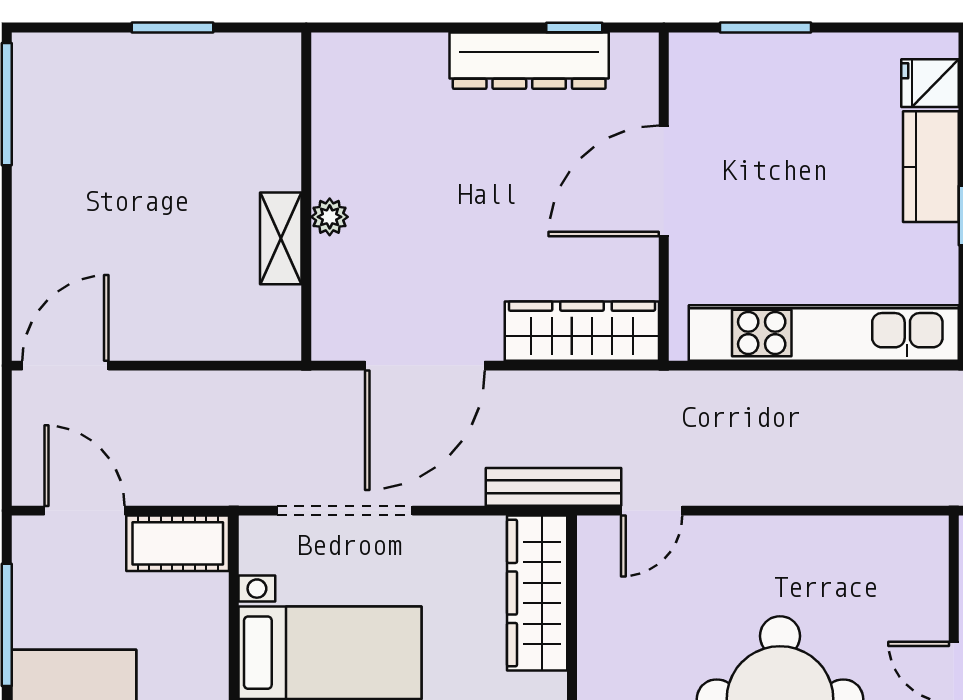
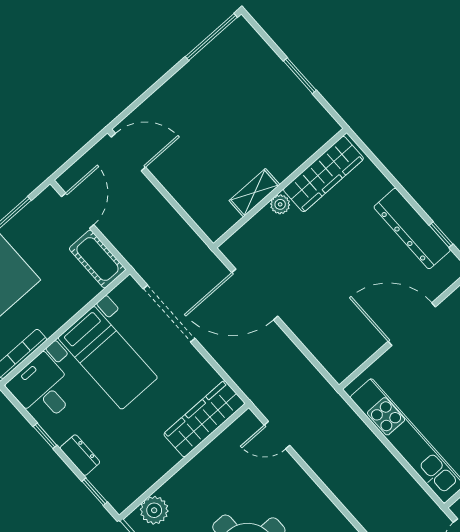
wardrobe: (582, 331) -> (323, 174), moved, turned 90
bench: (554, 487) -> (252, 388), removed

